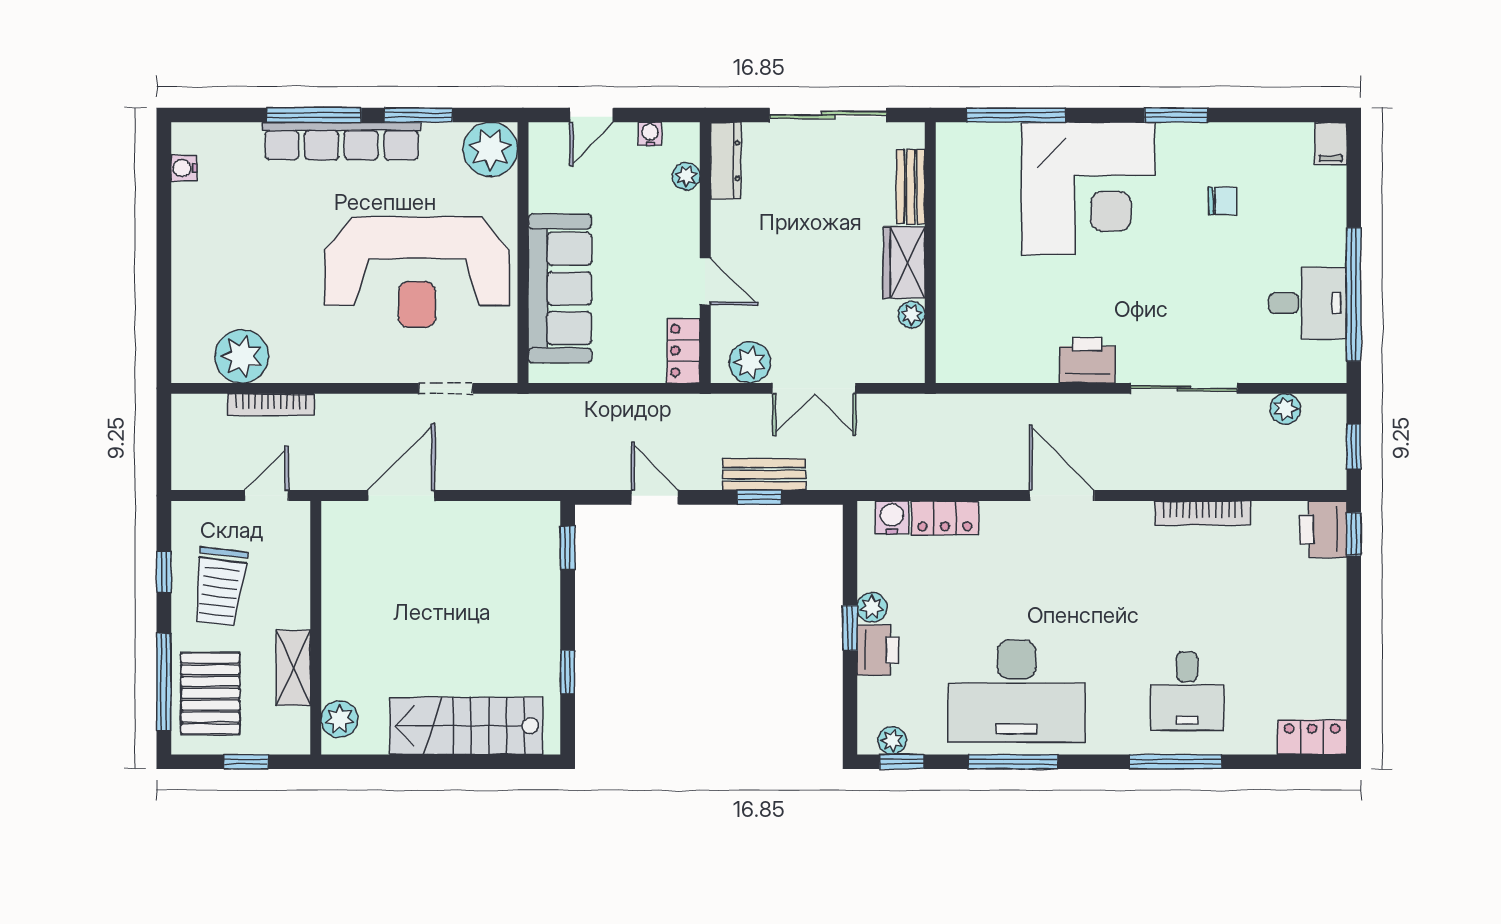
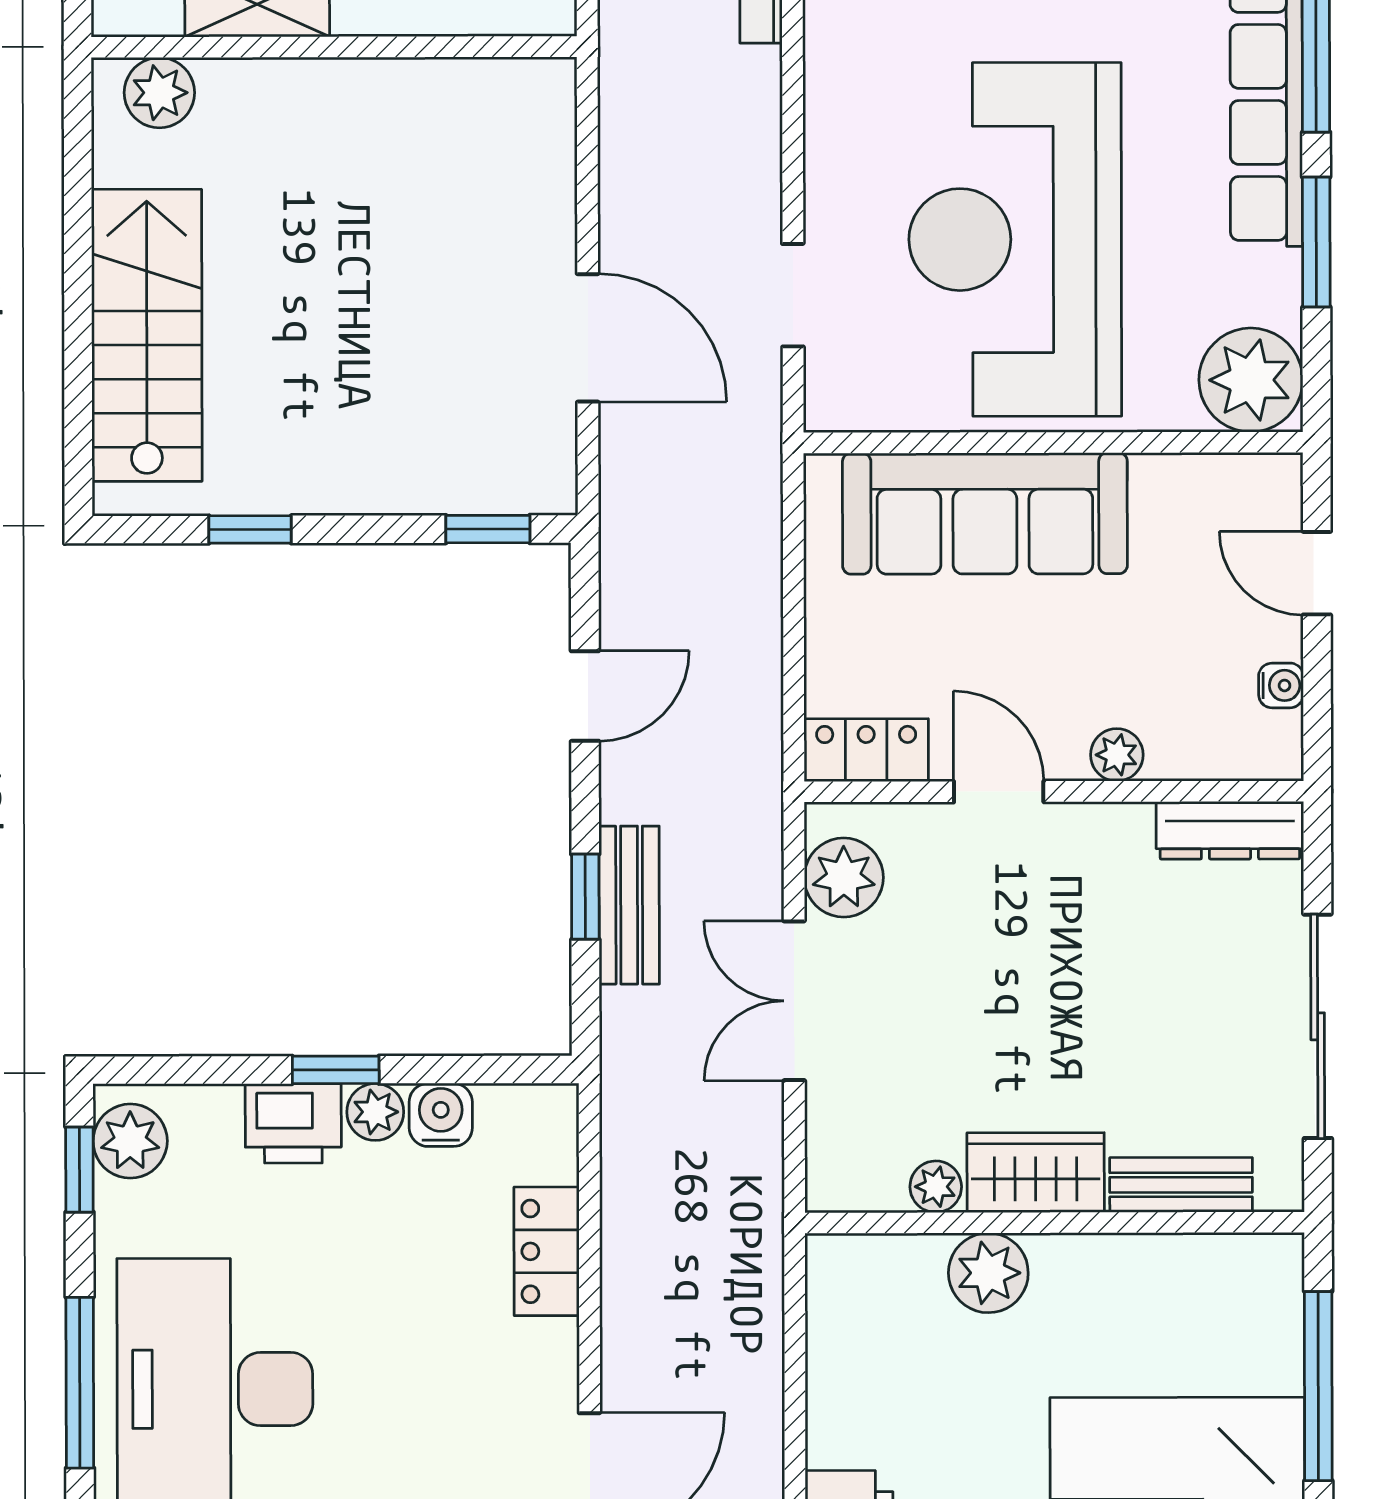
plant: (686, 176) -> (1117, 755), moved
door: (705, 281) -> (999, 792), swing flipped
plant: (956, 287) -> (988, 1273), added
door: (401, 496) -> (588, 338), moved
water cooler: (892, 517) -> (441, 1115), moved, turned -90
plant: (892, 741) -> (130, 1141), width x1.38, depth x1.38

